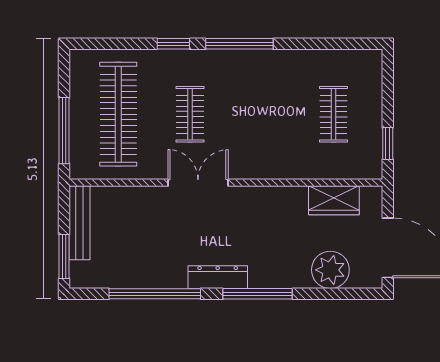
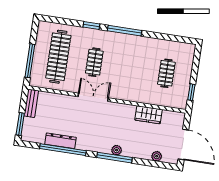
wardrobe: (334, 200) -> (149, 115), moved
bench: (79, 223) -> (31, 103), width x0.73
plant: (330, 270) -> (157, 156), width x0.53, depth x0.53
dresser: (218, 277) -> (61, 141), moved
plant: (259, 279) -> (117, 150), added

